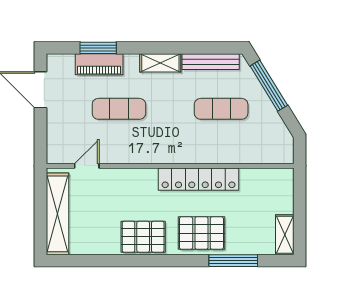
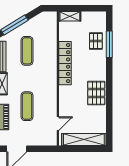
door: (87, 166) -> (58, 124), swing flipped
pallet: (201, 233) -> (96, 41), moved, width x0.67, depth x0.71
shelving: (285, 235) -> (70, 16), moved

